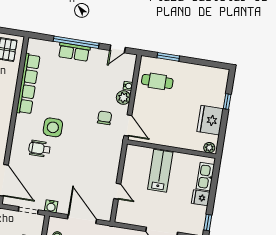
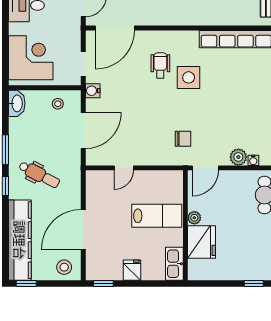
chair: (105, 118) -> (183, 139), moved
fridge: (210, 120) -> (202, 242), moved, turned 90
plant: (209, 148) -> (194, 218), moved
kitchen sink: (205, 177) -> (174, 264), moved, turned -90

